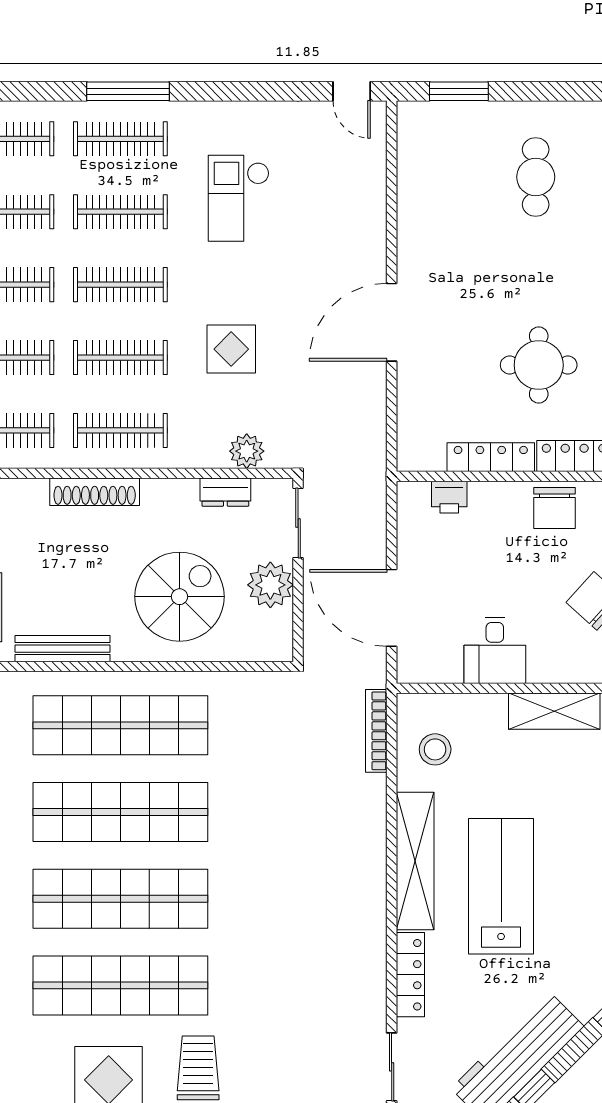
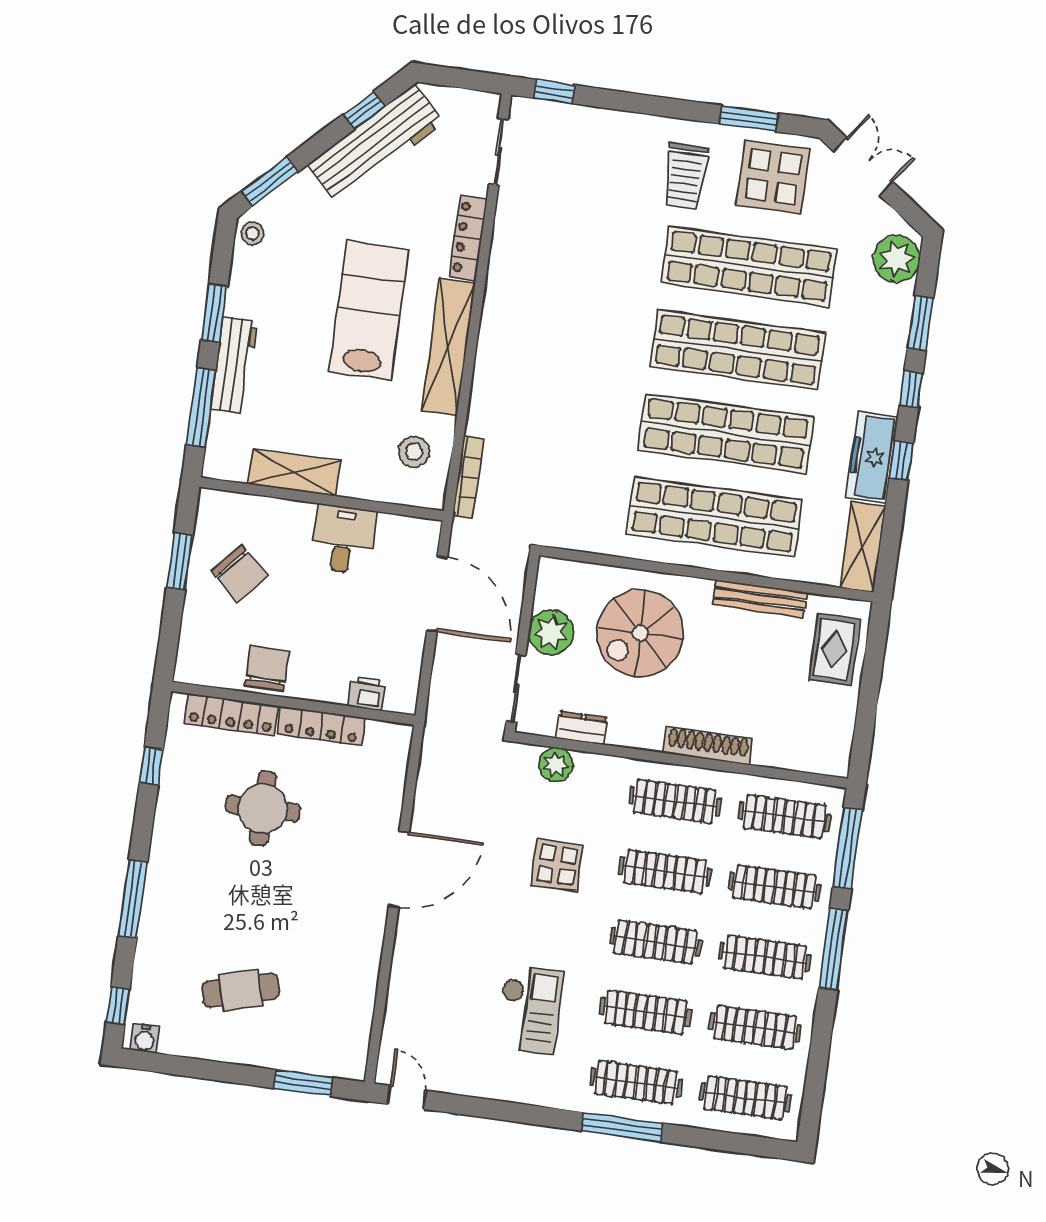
cafe table: (536, 177) -> (241, 990), turned 75
lab bench: (501, 886) -> (369, 311), turned 180

